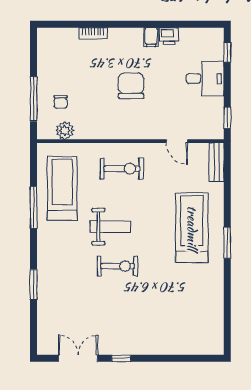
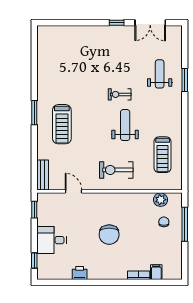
filing cabinet: (151, 37) -> (156, 272), moved
treadmill: (62, 188) -> (163, 155), width x0.73, depth x0.73
window: (34, 207) -> (185, 140), removed
weight bench: (110, 227) -> (125, 125), turned 90
treadmill: (192, 228) -> (62, 124), width x0.73, depth x0.73
exercise bike: (118, 266) -> (120, 94), width x0.73, depth x0.72
weight bench: (66, 292) -> (160, 74), added

